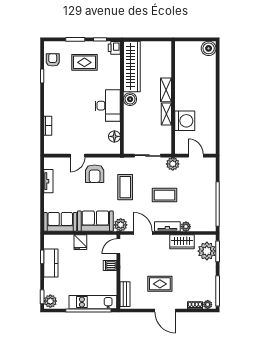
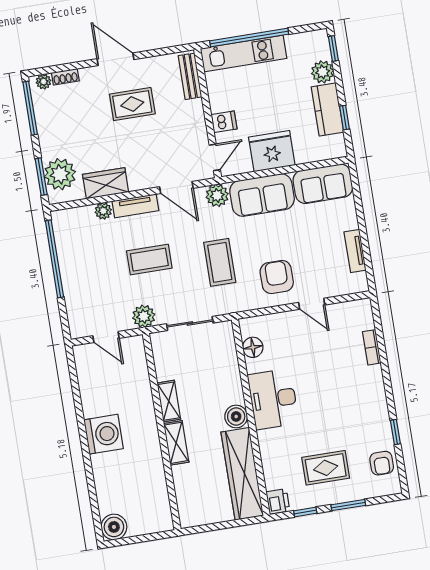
washing machine: (185, 121) -> (104, 434), moved, turned 180
door: (77, 156) -> (312, 304), swing flipped
fridge: (80, 242) -> (272, 151), width x1.88, depth x1.34
plant: (50, 301) -> (323, 72), moved

